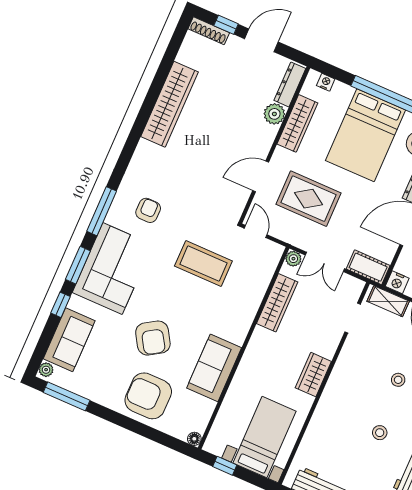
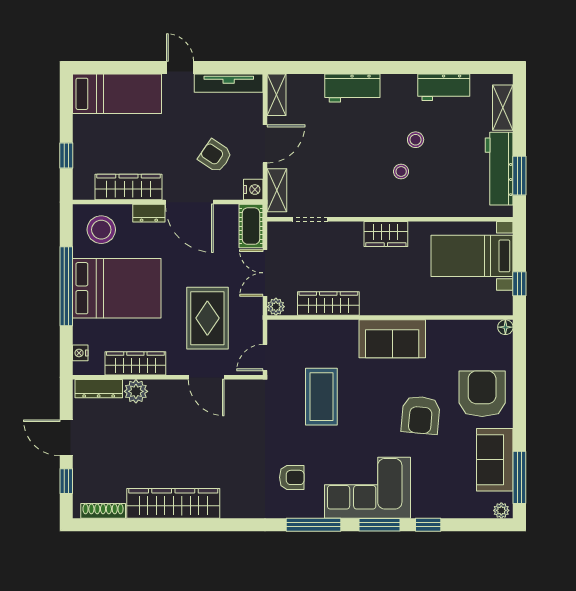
shoe rack: (209, 31) -> (103, 511), moved, turned -90
armchair: (148, 210) -> (292, 477), turned 180
double door: (325, 262) -> (265, 273), swing flipped
armchair: (153, 338) -> (421, 415), turned 127
sofa: (69, 340) -> (495, 460), moved, turned -90
sofa: (214, 368) -> (392, 339), moved
stool: (398, 380) -> (401, 171), moved
armchair: (148, 396) -> (482, 394), turned 180

